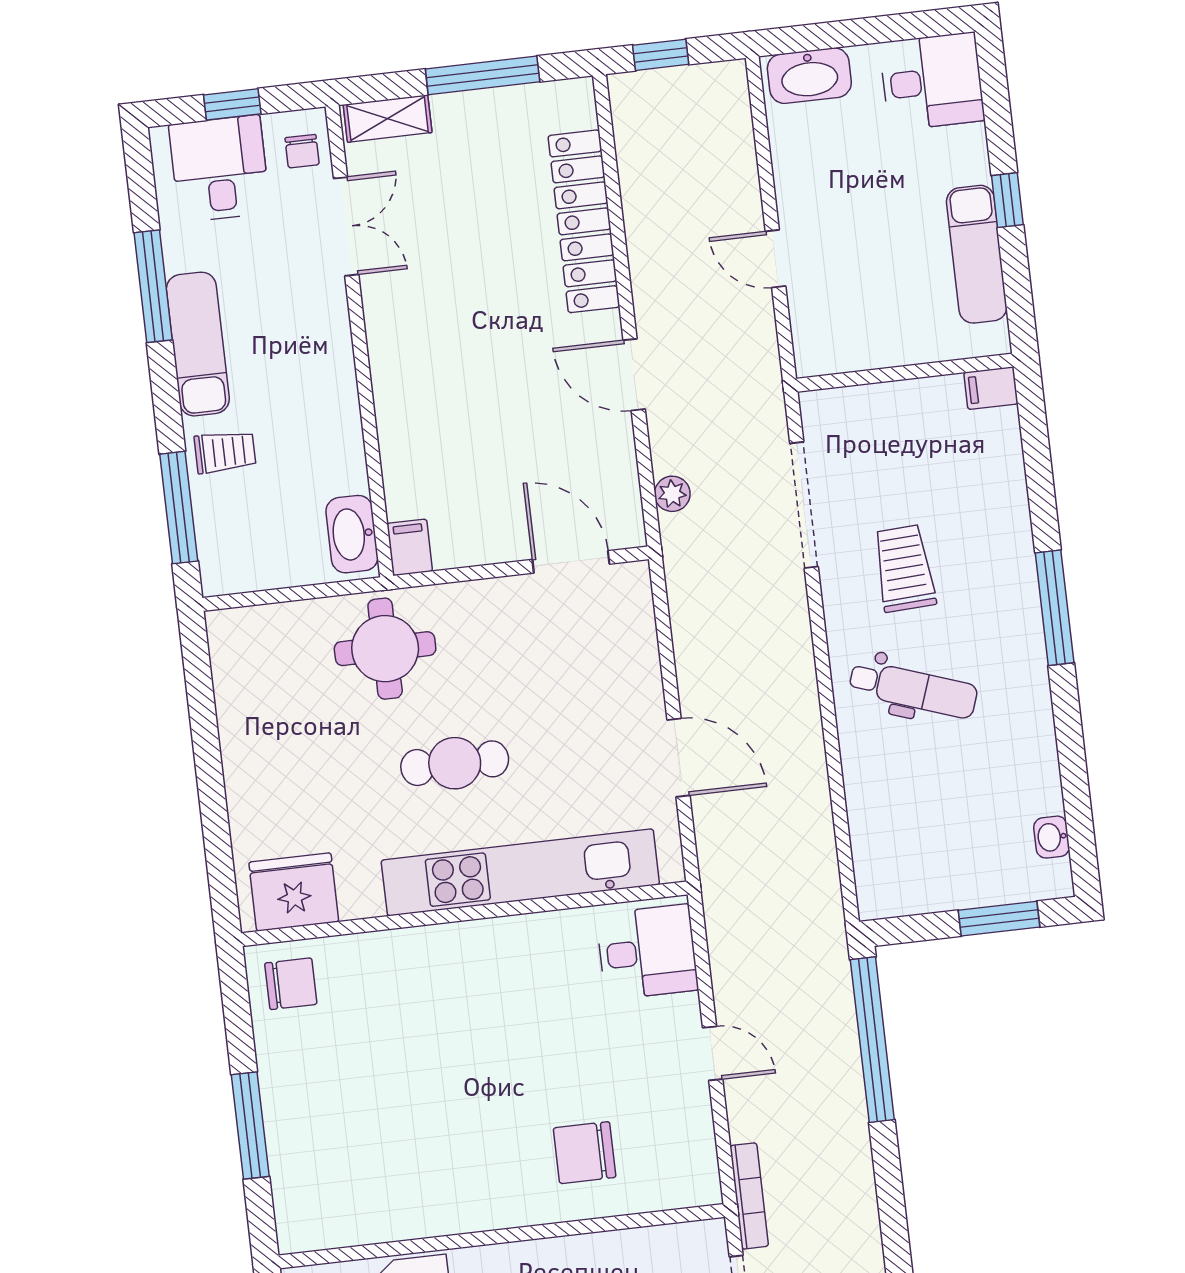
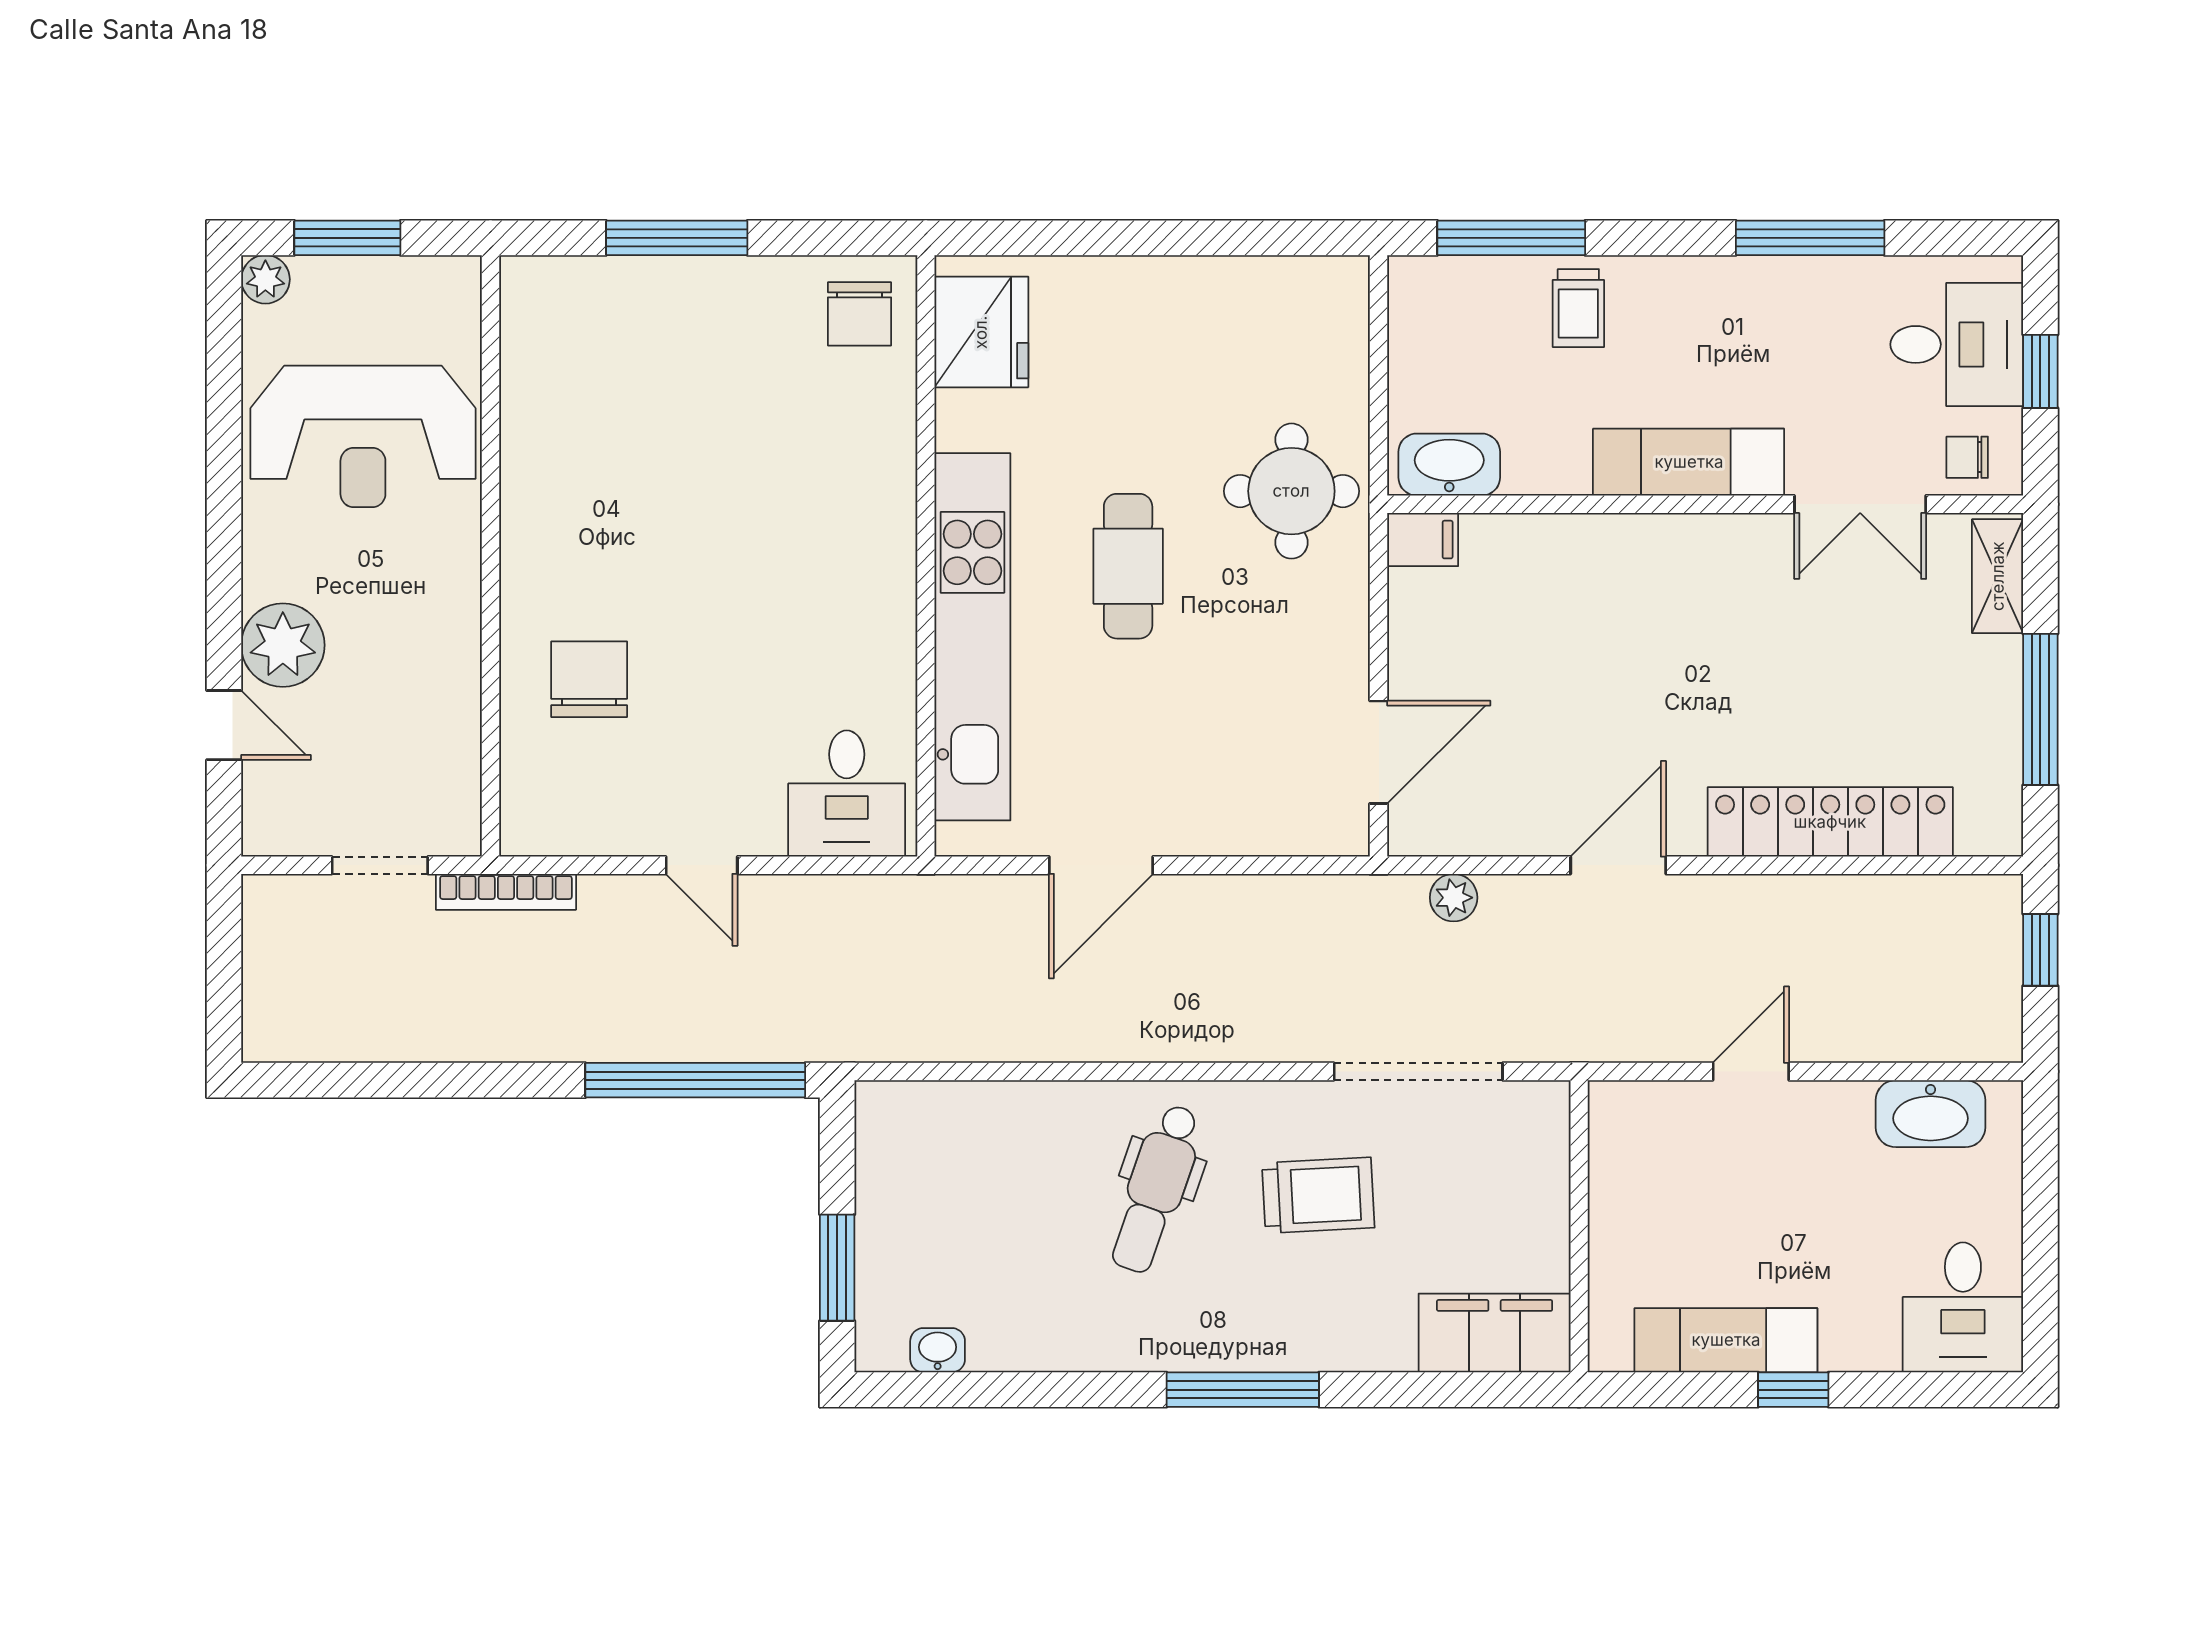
washbasin: (809, 76) -> (1931, 1114), moved, turned -90
exam couch: (198, 344) -> (1689, 462), moved, turned 180
filing cabinet: (991, 388) -> (1495, 1333), width x3.00, depth x1.17
door: (713, 1053) -> (702, 865), hinge flipped

